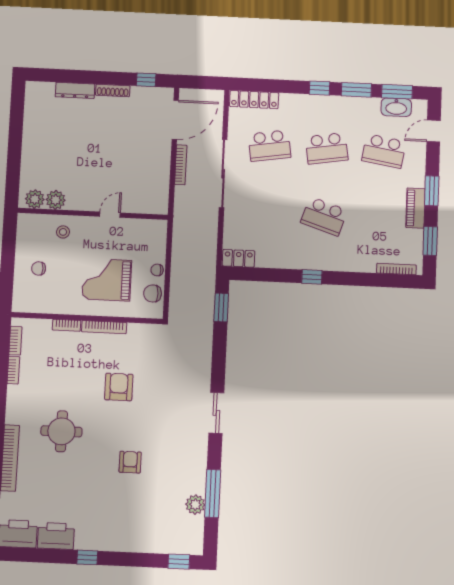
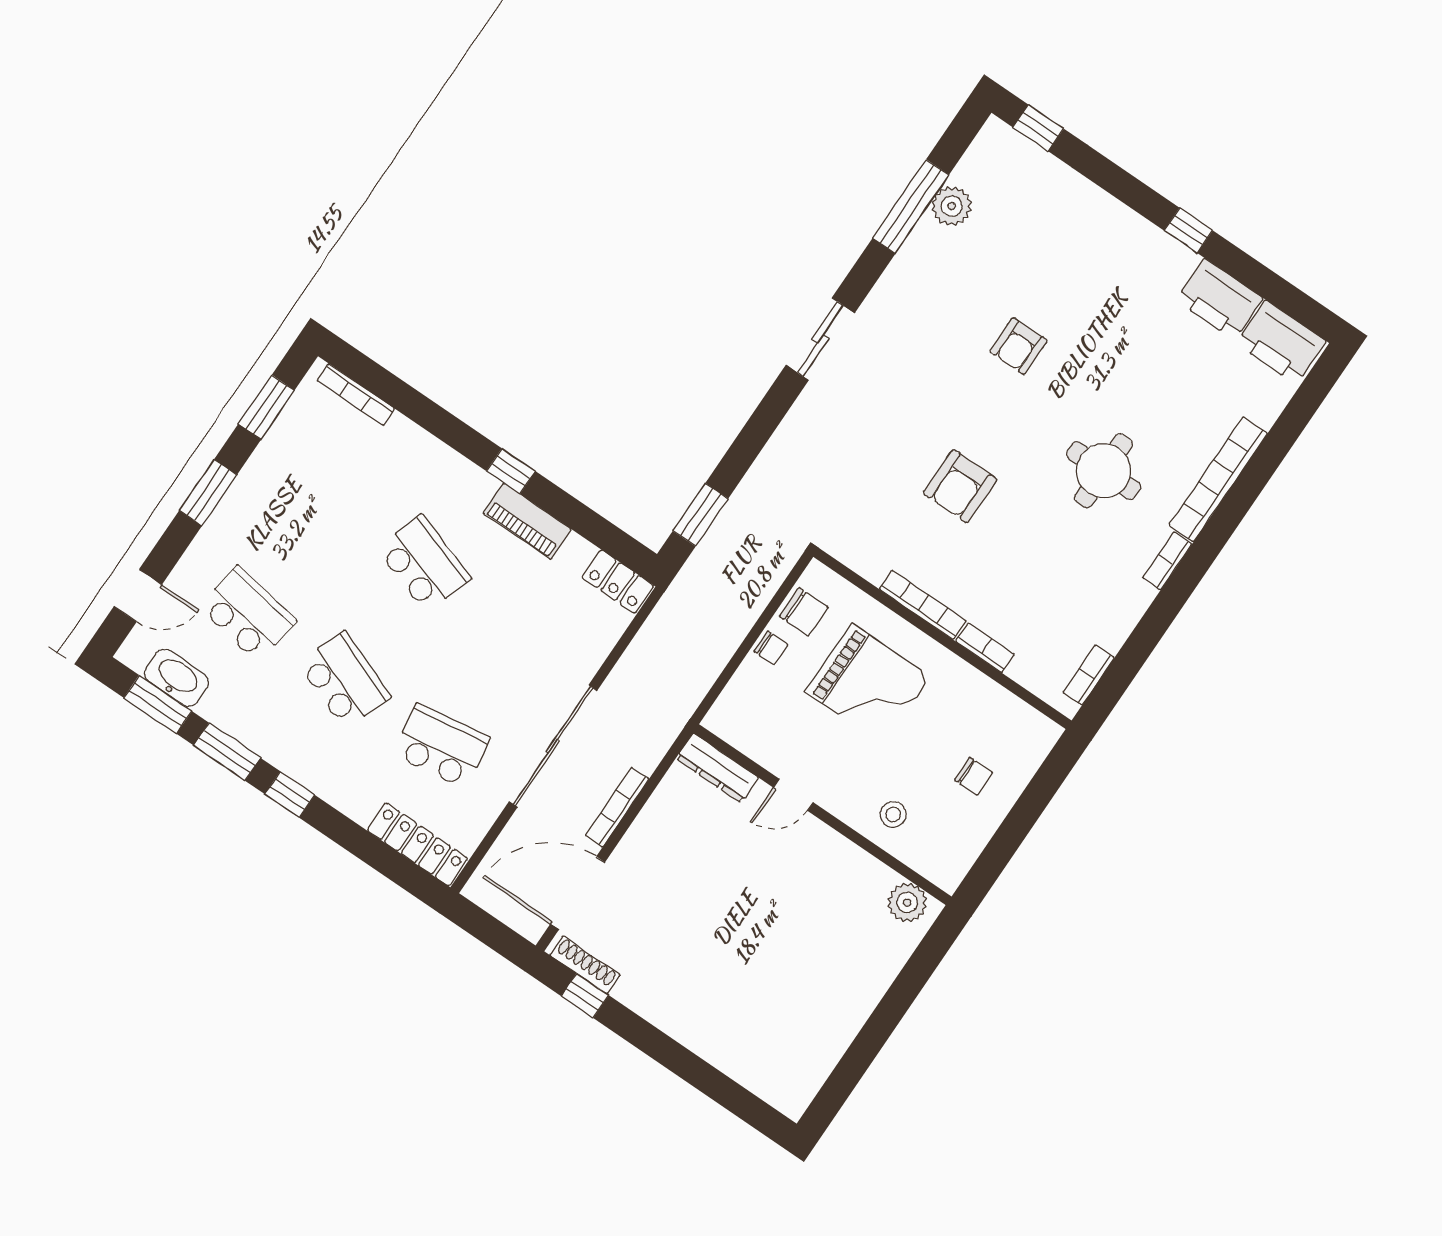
dresser: (75, 90) -> (717, 768), moved, turned 180
shoe rack: (113, 90) -> (585, 965), moved
school desk: (327, 148) -> (344, 680), turned 30
plant: (56, 200) -> (872, 879), removed
piano: (415, 208) -> (527, 521), moved, turned 90
bookcase: (13, 370) -> (1167, 561), moved

